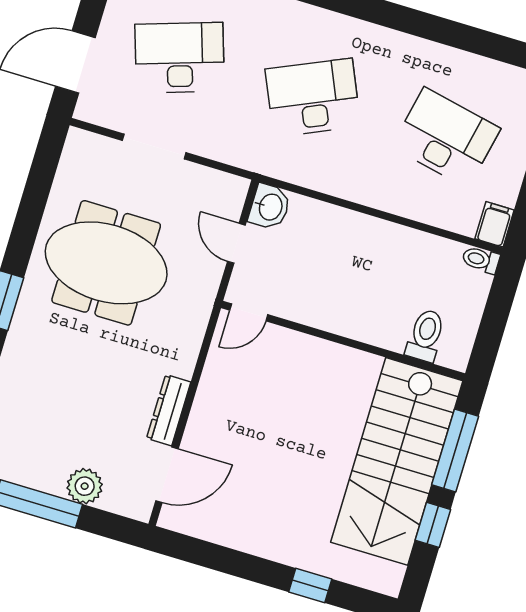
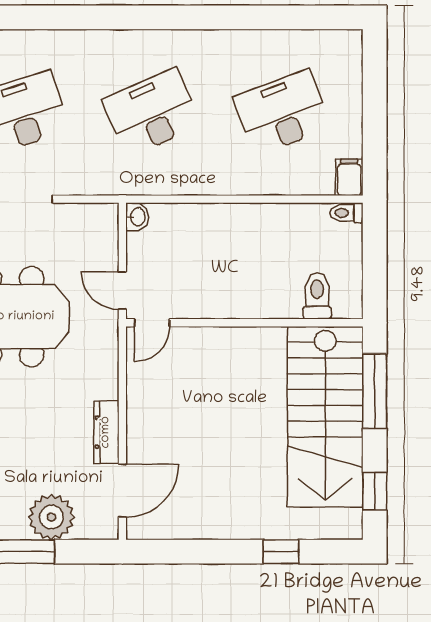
desk: (446, 138) -> (282, 112), turned -33
washbasin: (270, 207) -> (137, 217), width x0.72, depth x0.69
door: (236, 243) -> (122, 291), moved
plant: (85, 486) -> (51, 517), width x1.36, depth x1.36
window: (433, 525) -> (375, 491), moved

